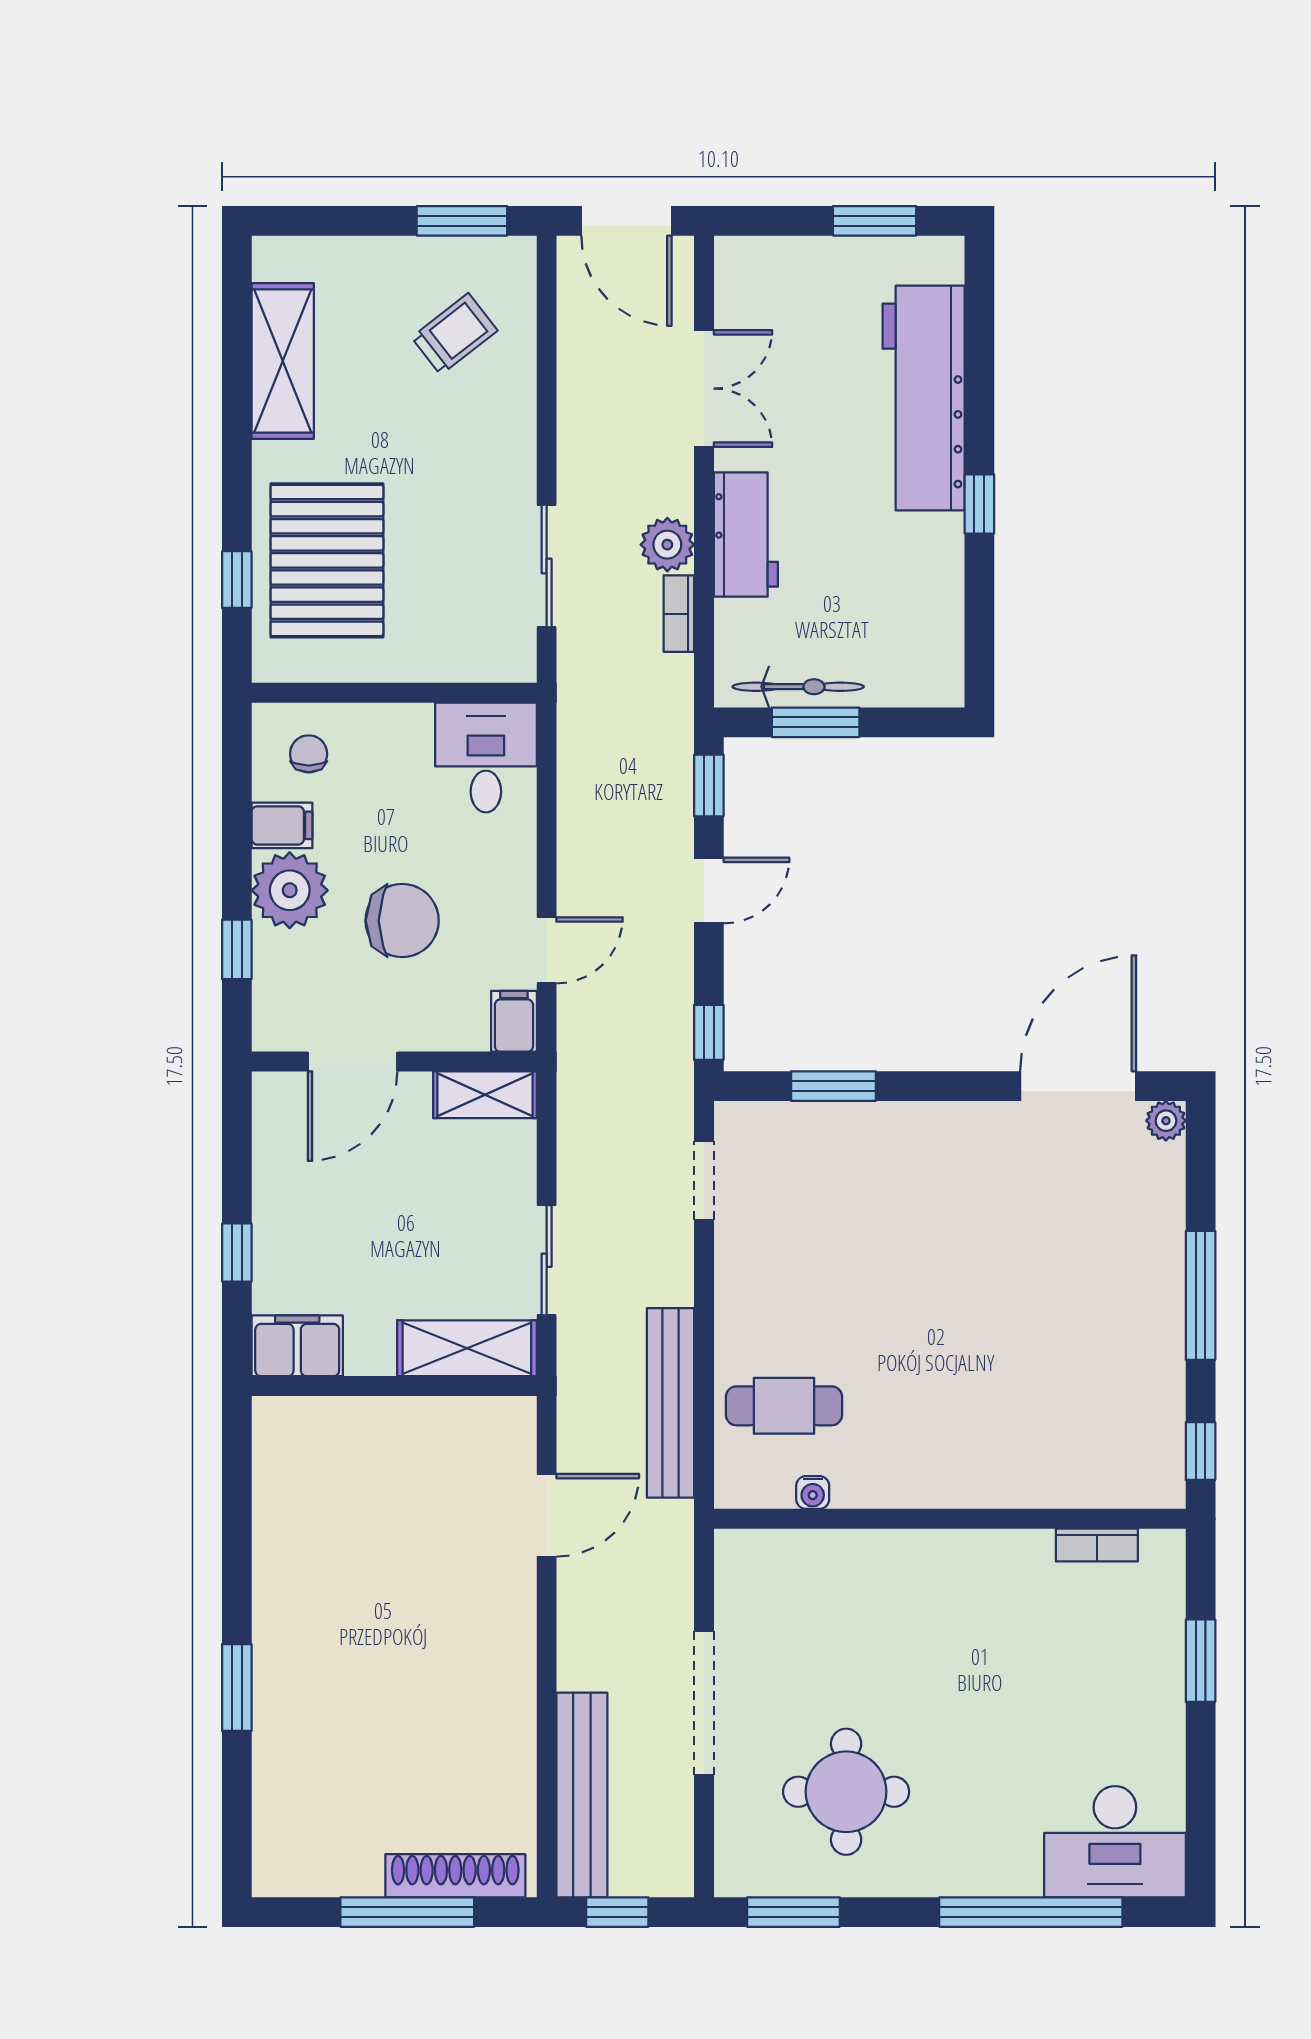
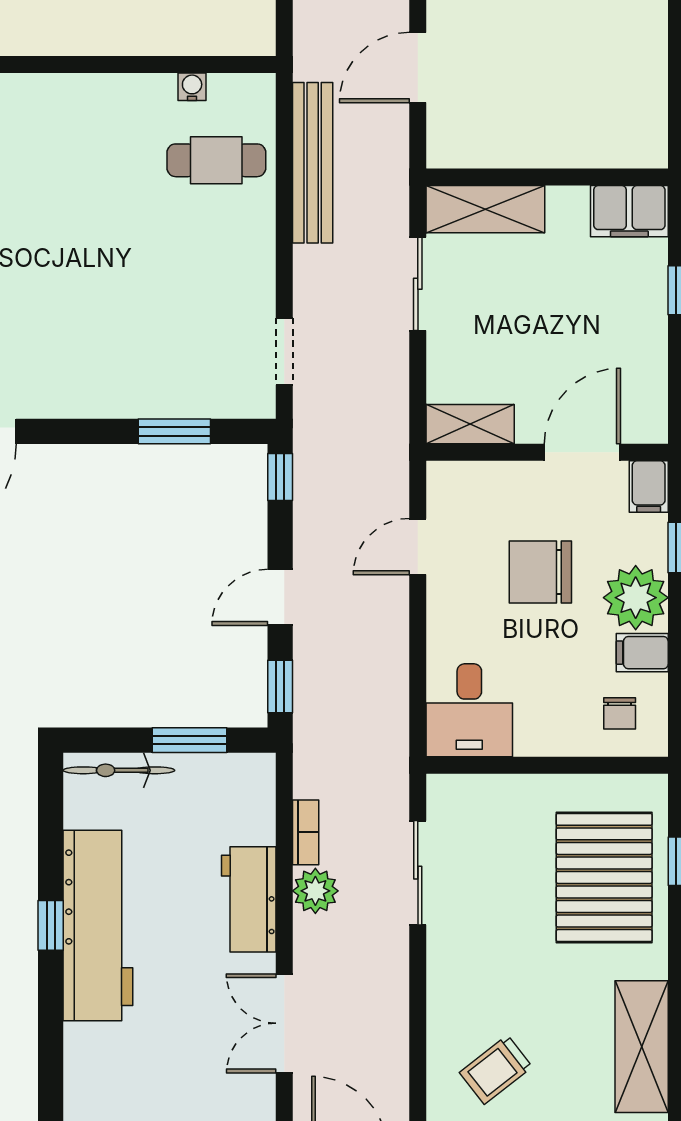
workbench: (924, 398) -> (98, 926), moved
bicycle: (798, 687) -> (119, 770), moved
filing cabinet: (514, 1021) -> (649, 486), moved

